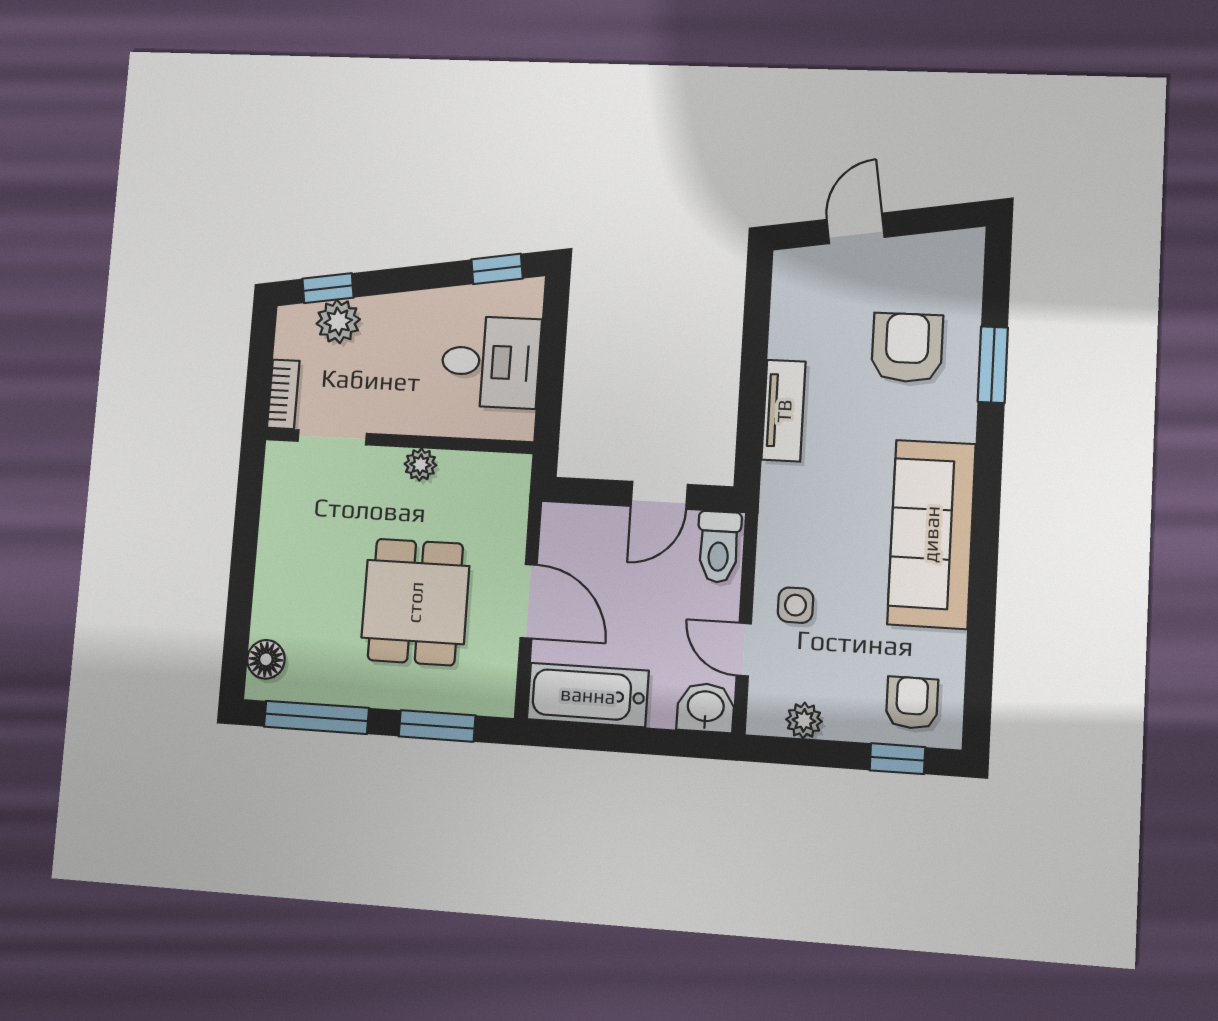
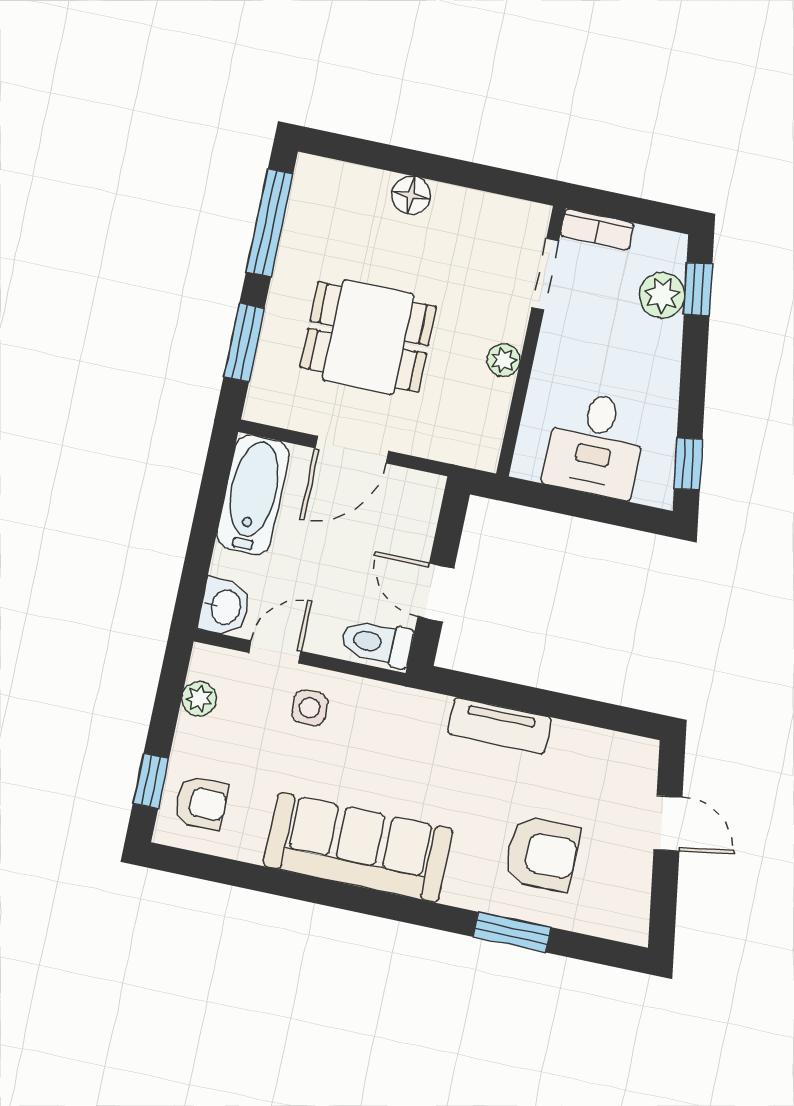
floor lamp: (266, 659) -> (411, 195), moved

